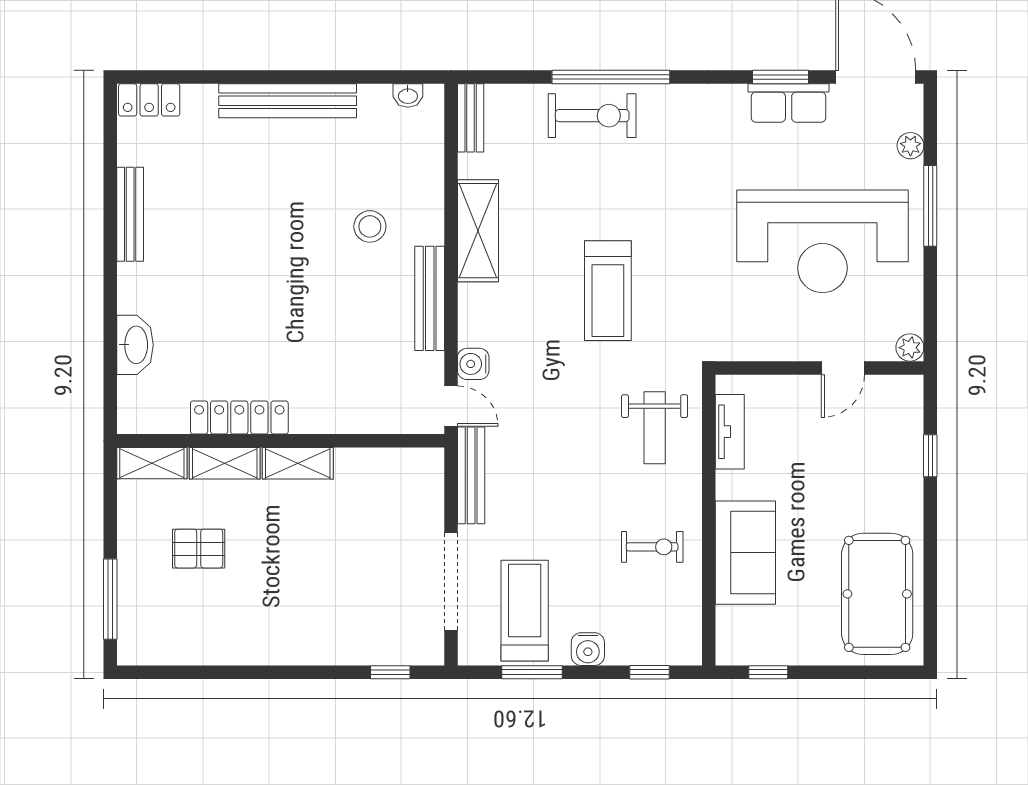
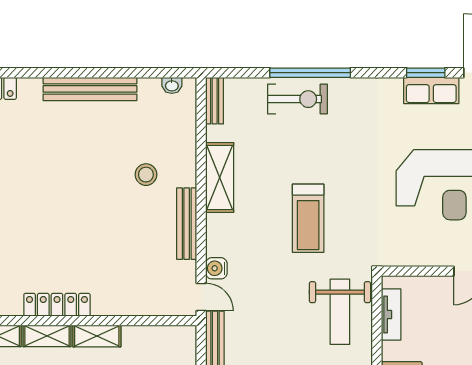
weight bench: (655, 428) -> (340, 312), width x1.36, depth x1.33

